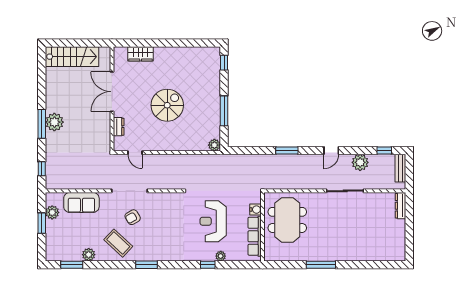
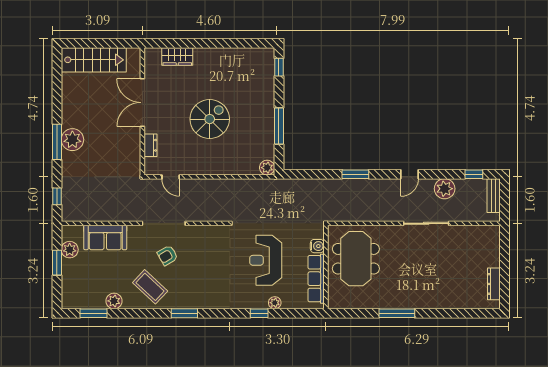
dresser: (401, 206) -> (494, 284), moved

